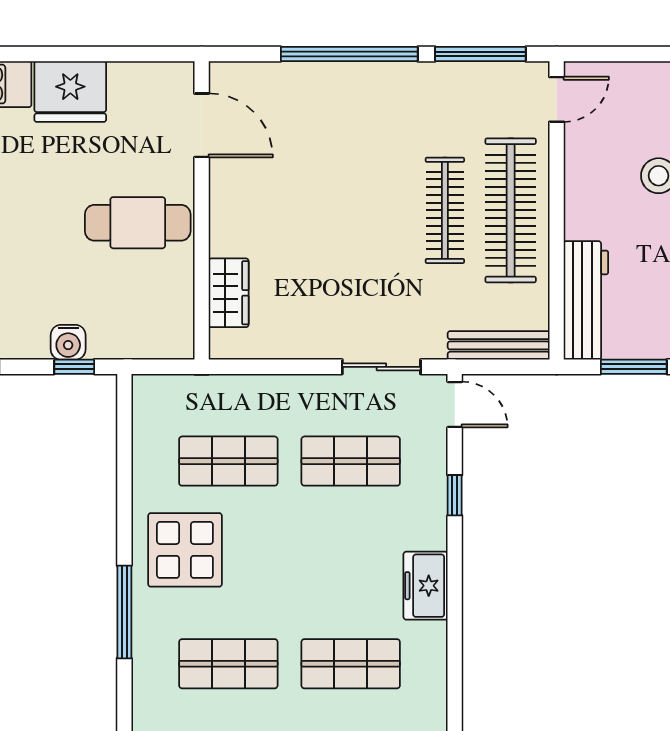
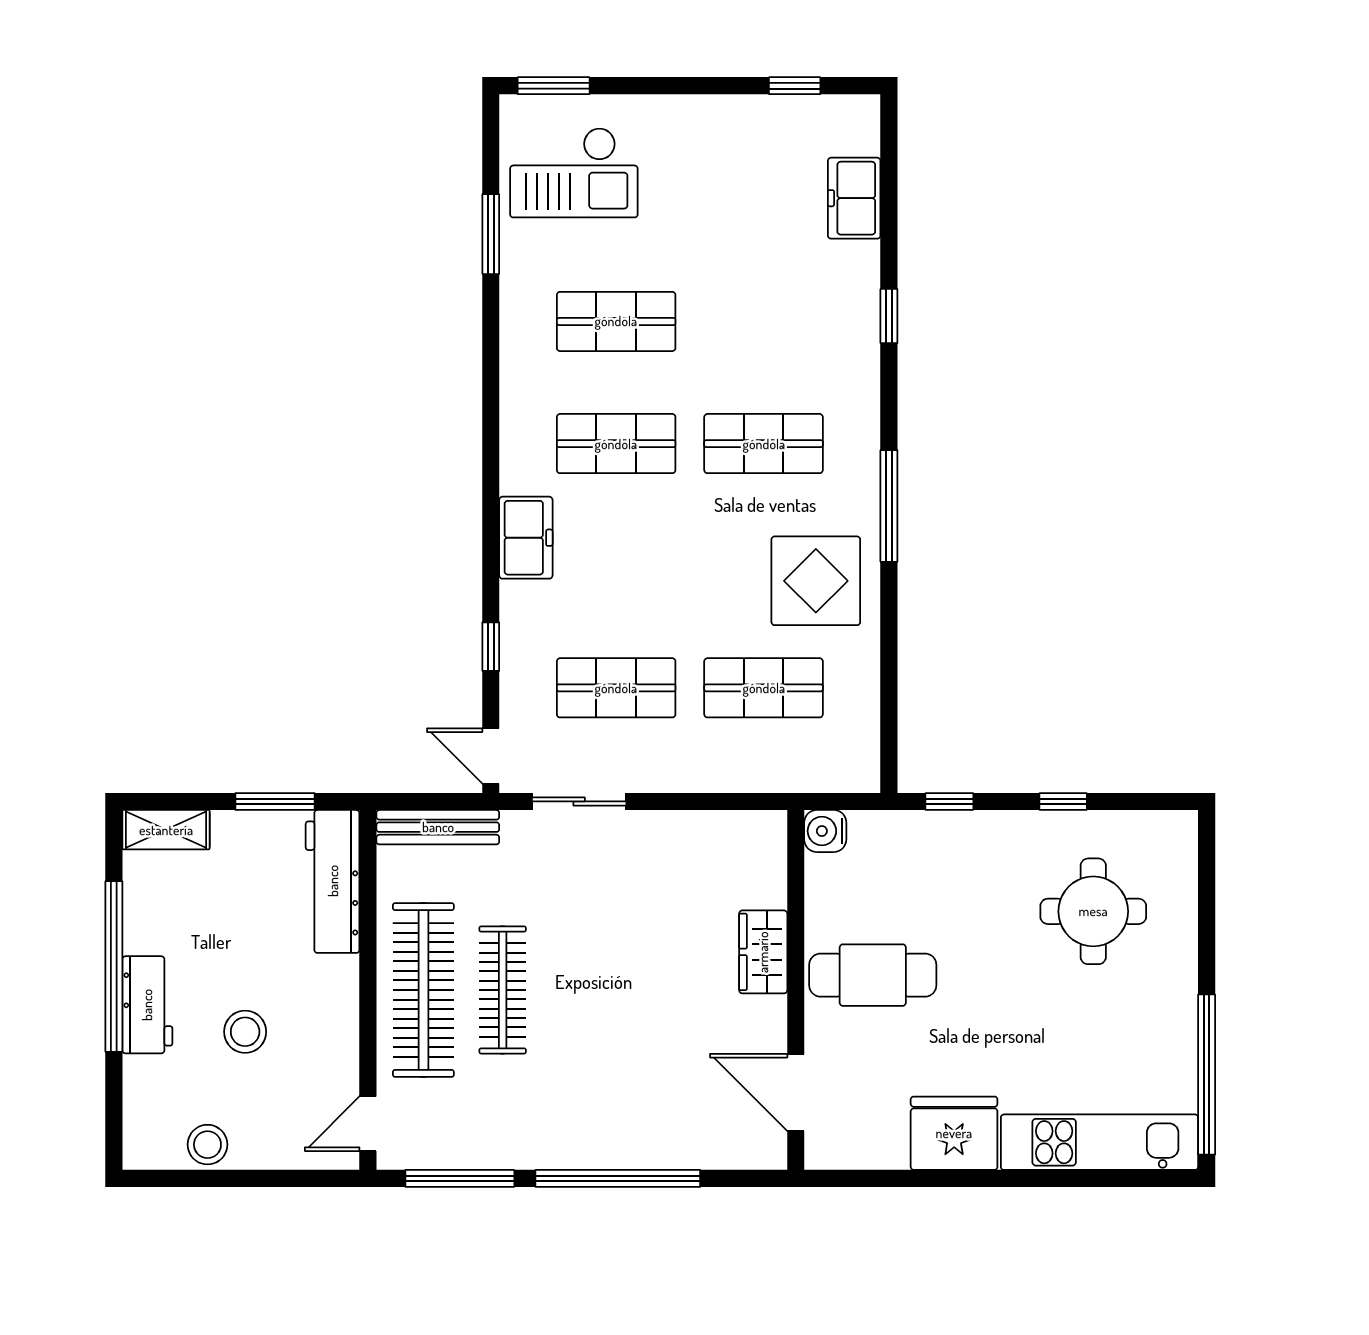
wardrobe: (229, 293) -> (763, 952), moved
water cooler: (68, 342) -> (825, 831), moved, turned -90

